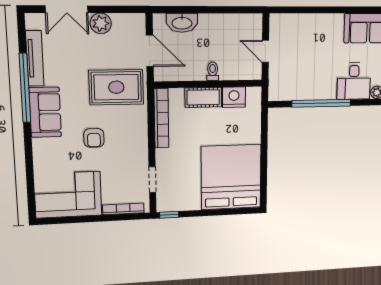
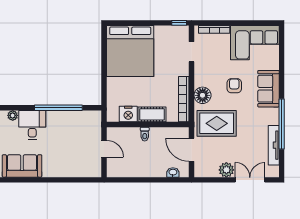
washbasin: (182, 23) -> (173, 172), width x0.52, depth x0.69
sofa: (45, 112) -> (268, 89), moved
floor lamp: (137, 124) -> (203, 95), added

